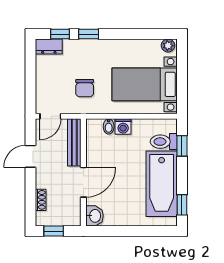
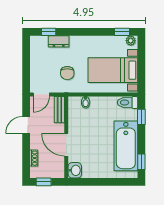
window: (89, 34) -> (122, 32), moved
dresser: (49, 46) -> (59, 41), moved
washing machine: (123, 127) -> (97, 102), removed
bench: (74, 142) -> (59, 110), width x0.73
toilet: (164, 142) -> (127, 103), moved
door: (83, 182) -> (66, 145), swing flipped

